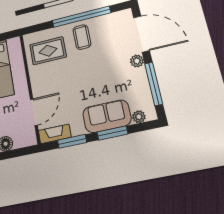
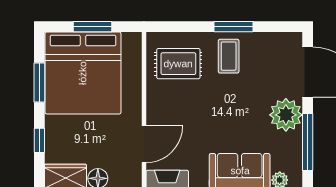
window: (81, 17) -> (233, 27), width x0.47
plant: (137, 61) -> (286, 115), width x1.87, depth x1.87

